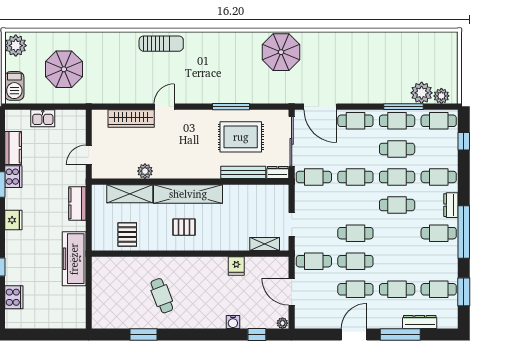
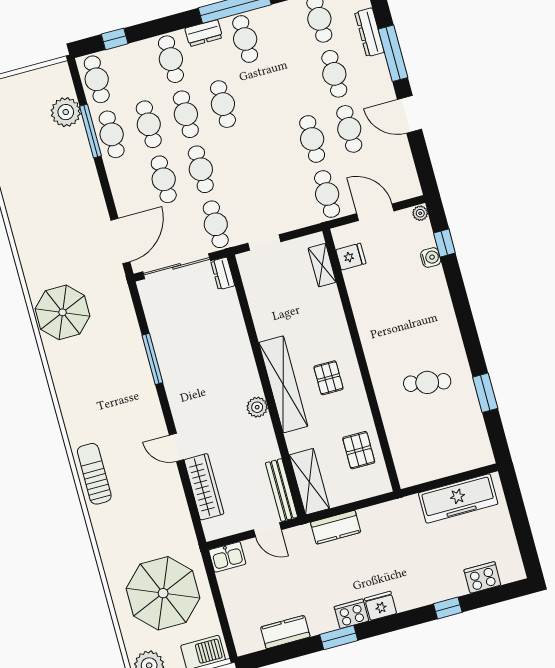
parasol: (64, 69) -> (163, 593), width x1.36, depth x1.36
plant: (441, 96) -> (63, 85), removed
kitchen sink: (43, 118) -> (227, 557), moved, turned 90
cafe table: (355, 121) -> (164, 179), moved
rug: (241, 137) -> (189, 335), removed
plant: (145, 171) -> (257, 407), moved
bench: (243, 172) -> (281, 490), moved
cooker: (13, 177) -> (351, 614), moved
shelving: (130, 194) -> (309, 482), moved
doorway: (292, 224) -> (264, 242), moved
cafe table: (355, 233) -> (275, 149), removed
pallet: (127, 234) -> (359, 450), turned 90
freezer: (74, 259) -> (458, 499), moved
fridge: (236, 266) -> (351, 257), moved
door: (292, 292) -> (375, 212), swing flipped
cafe table: (162, 296) -> (427, 382), turned 32
water cooler: (233, 322) -> (431, 257), moved

